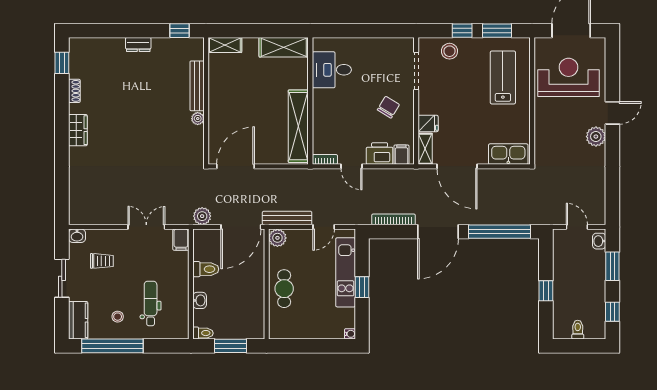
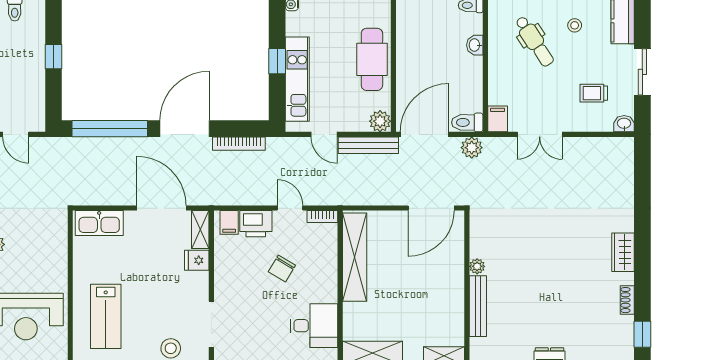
chair: (388, 107) -> (282, 268), moved
door: (324, 227) -> (324, 134), swing flipped
toilet: (206, 269) -> (467, 122), moved
cafe table: (284, 289) -> (372, 59), width x1.37, depth x1.35
dental chair: (151, 303) -> (535, 41), turned -33

